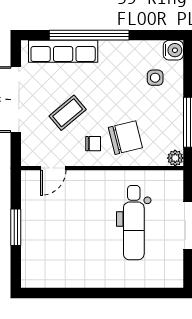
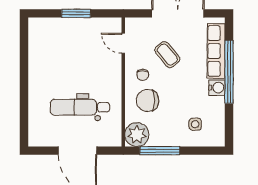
water cooler: (173, 50) -> (217, 88), moved, turned -90
chair: (125, 138) -> (148, 101), turned 104
plant: (175, 158) -> (137, 135), width x1.88, depth x1.88

